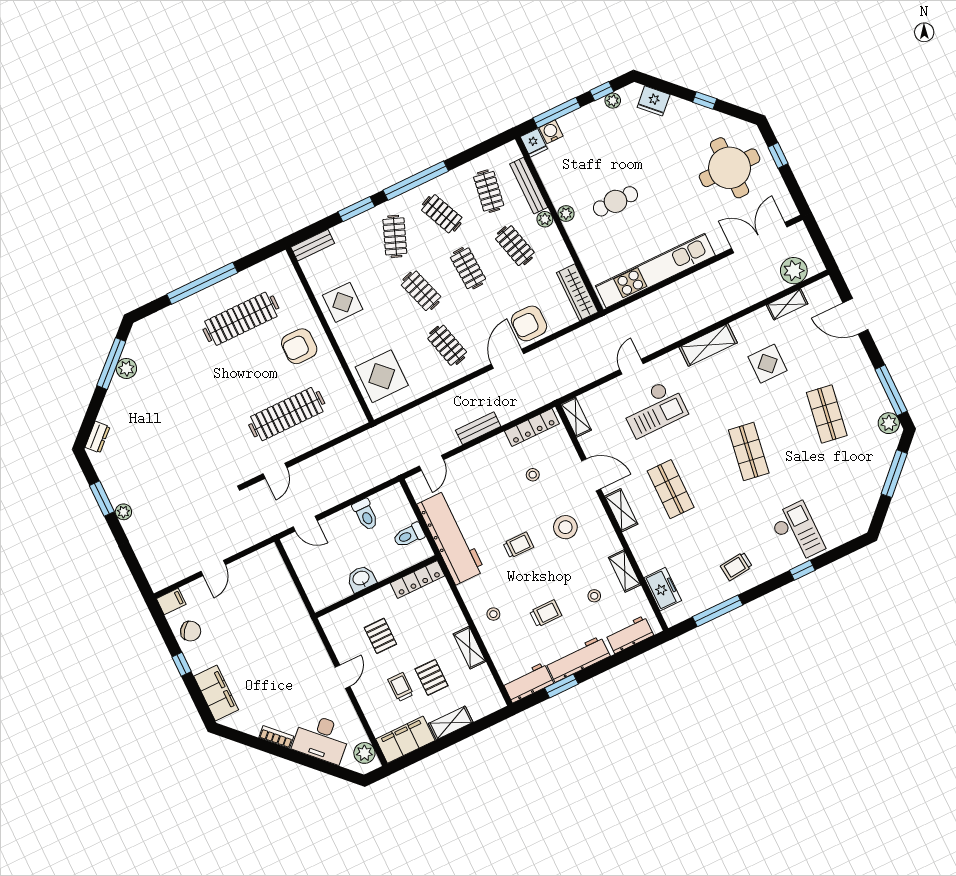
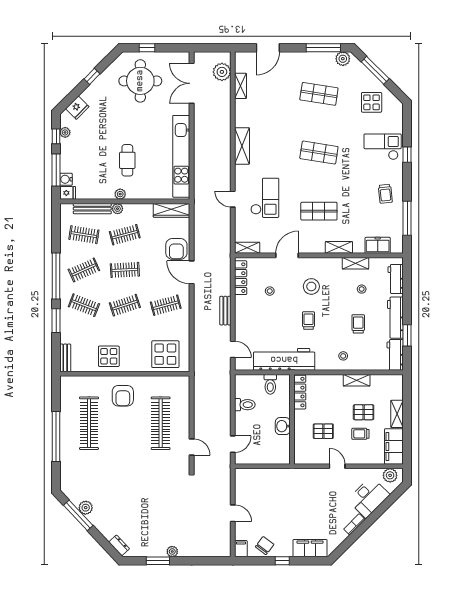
display table: (768, 364) -> (372, 102), moved
shelving: (621, 510) -> (339, 247), moved

